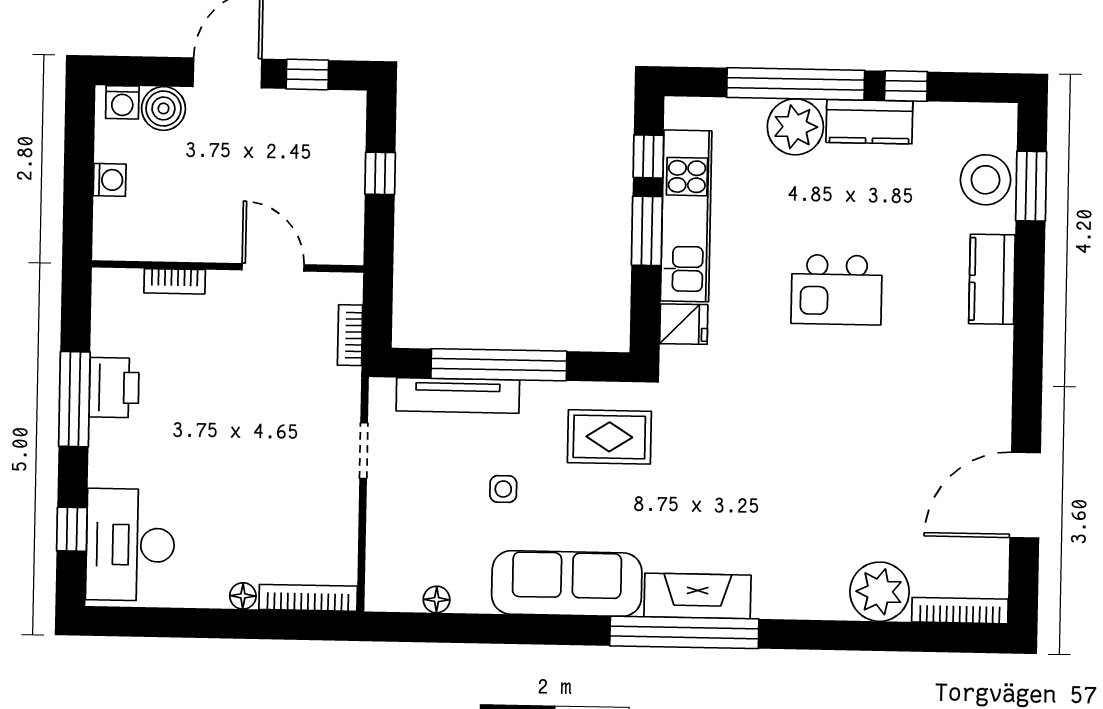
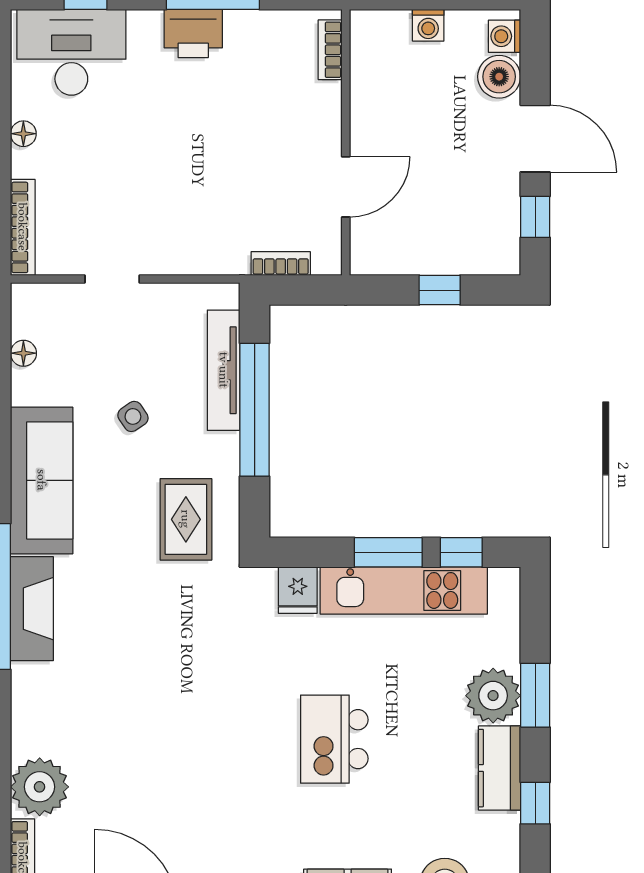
window: (796, 84) -> (535, 695), width x0.47
bookcase: (175, 281) -> (330, 50), moved
printer: (114, 388) -> (193, 34), moved
doorway: (364, 451) -> (112, 279), moved
side table: (503, 489) -> (133, 416), turned -34
floor lamp: (243, 596) -> (23, 134), moved

